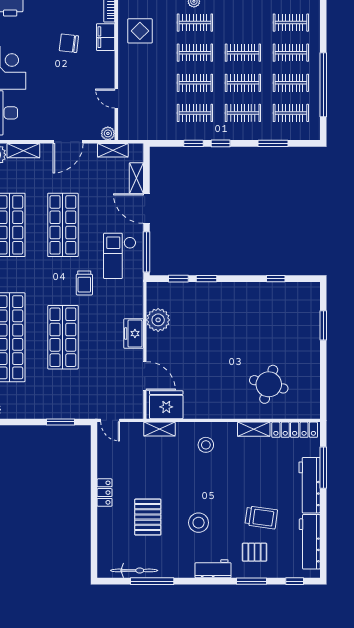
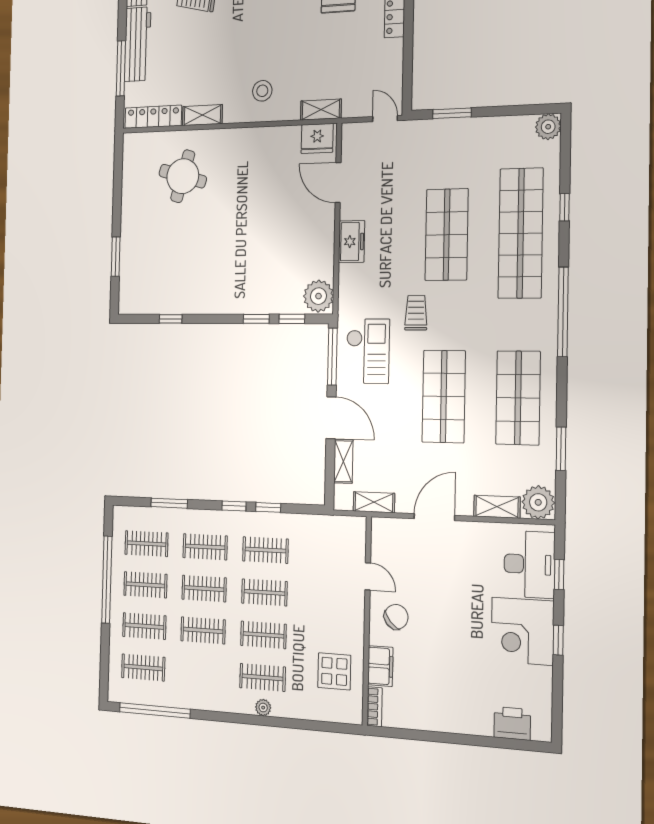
chair: (69, 43) -> (396, 617), moved, turned -48
plant: (108, 133) -> (380, 527), removed
plant: (158, 320) -> (318, 296), moved
fridge: (166, 405) -> (317, 138), width x0.73, depth x0.75

